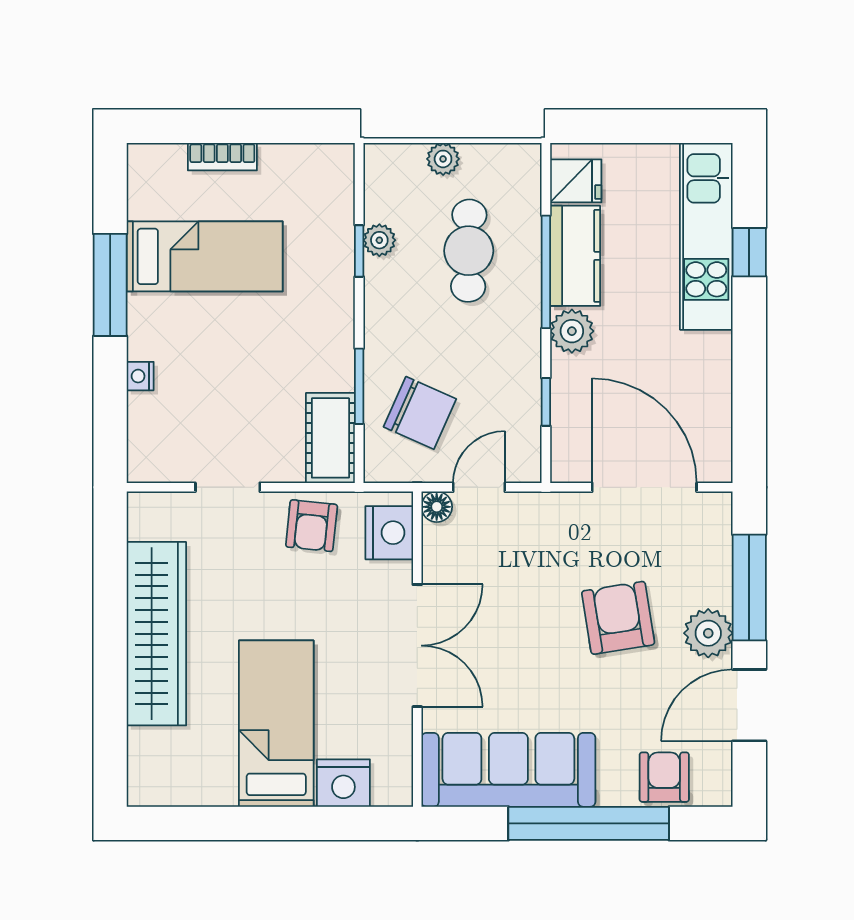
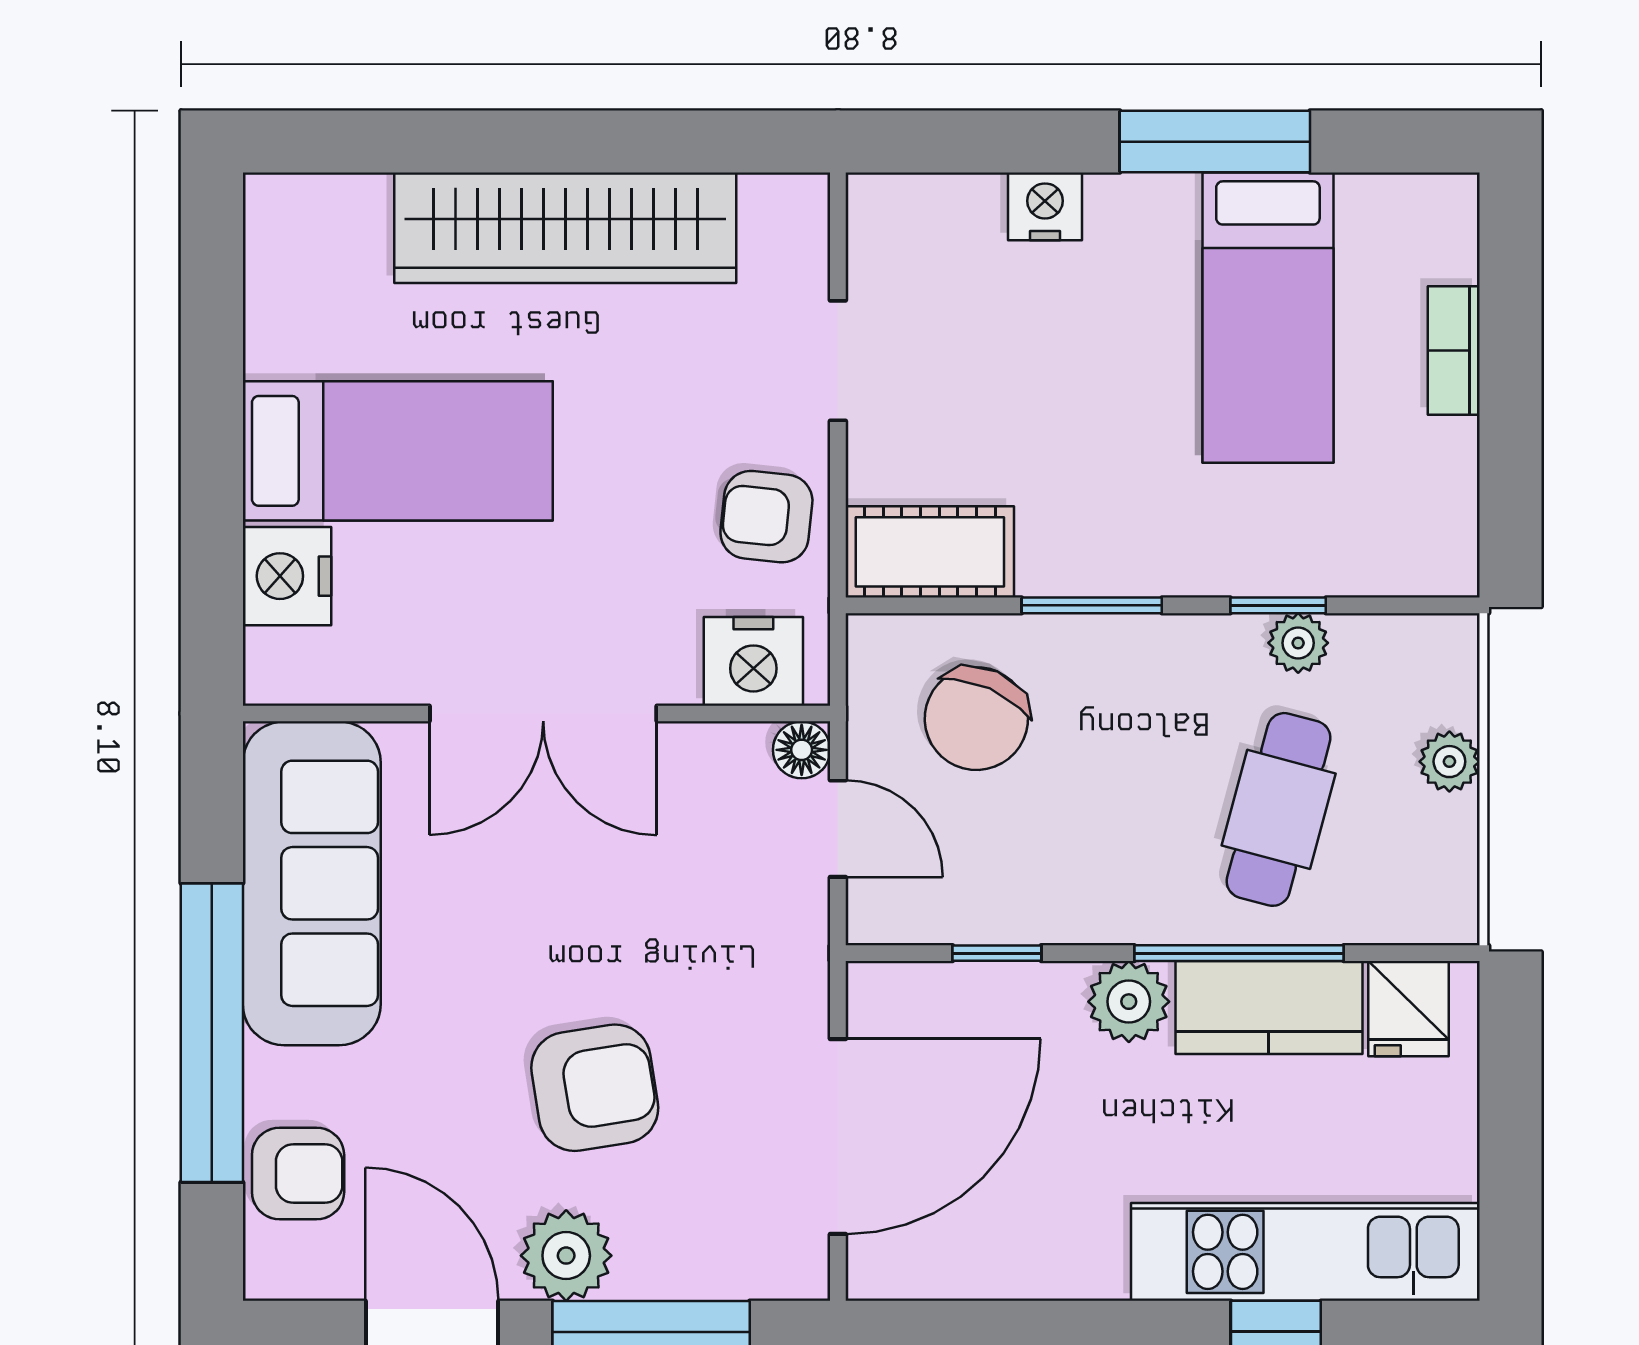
cafe table: (469, 251) -> (1279, 809), turned -76
nightstand: (140, 376) -> (1045, 206), width x1.39, depth x1.35
window: (359, 386) -> (1092, 605), moved

